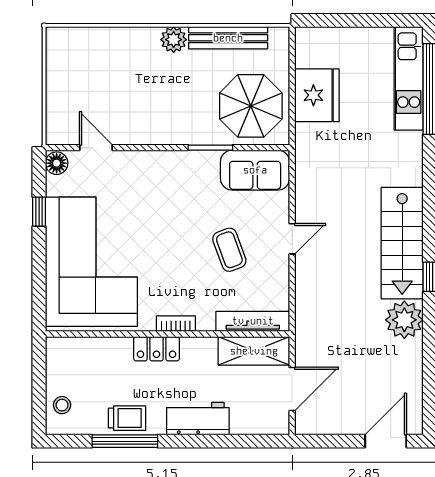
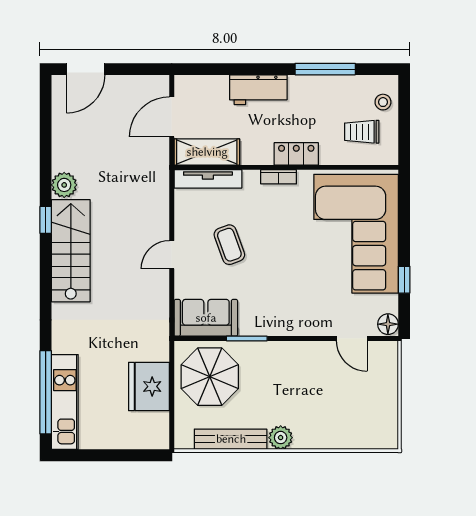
plant: (404, 320) -> (64, 185), width x0.73, depth x0.73
trolley: (127, 418) -> (362, 132), moved

